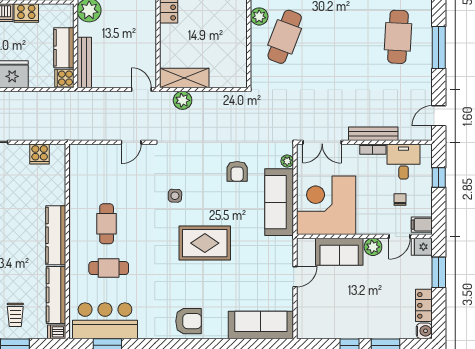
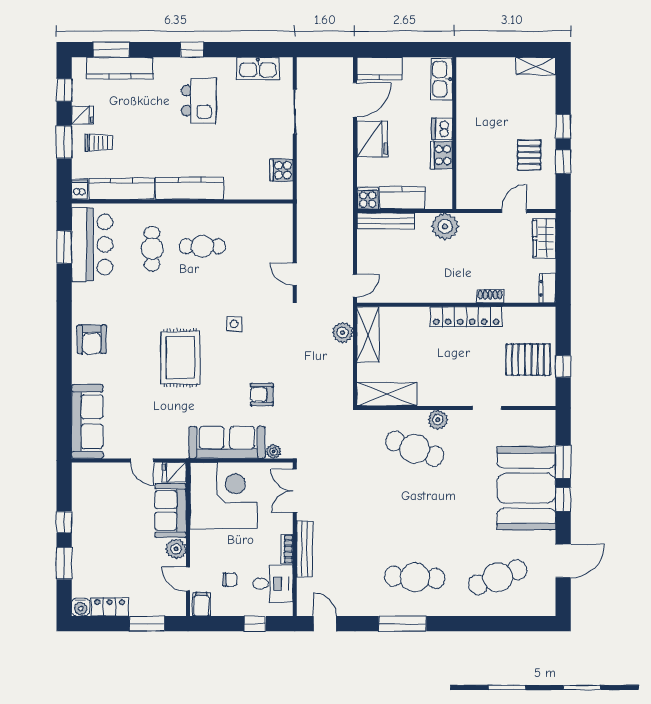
shelving: (237, 61) -> (387, 394), added
fridge: (422, 247) -> (174, 472), moved, turned -90
trolley: (15, 315) -> (99, 143), turned 180

